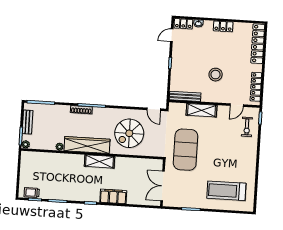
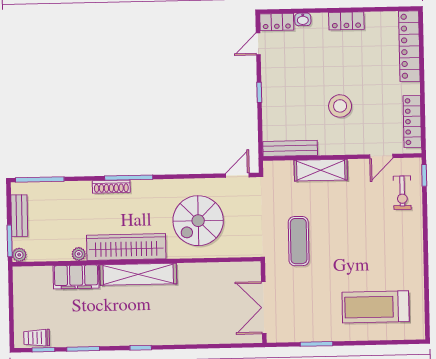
door: (154, 109) -> (237, 175), swing flipped
exercise mat: (186, 150) -> (299, 241), width x0.50, depth x0.69
shelving: (99, 161) -> (138, 274), width x1.47
filing cabinet: (113, 196) -> (76, 277), moved, turned 180

